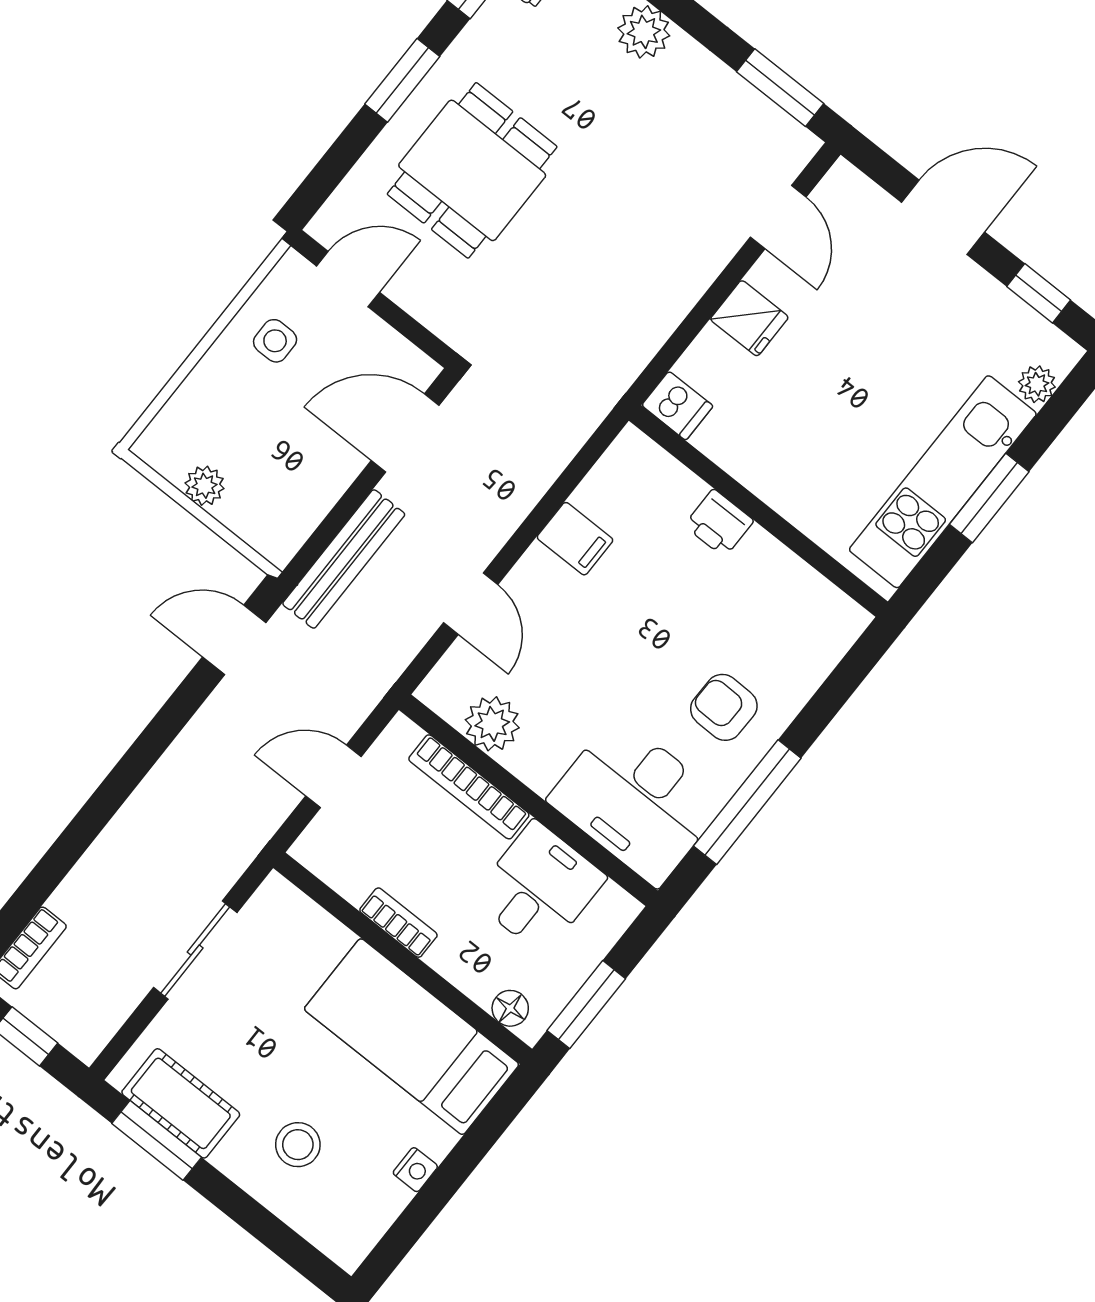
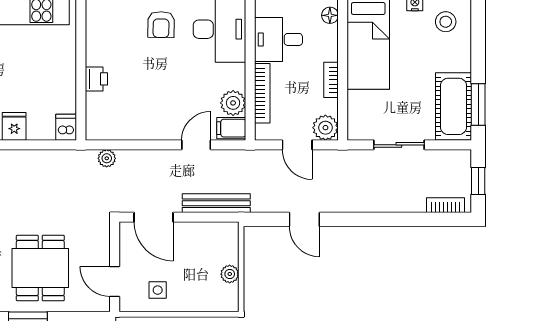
dining table: (472, 170) -> (40, 268), turned 90
plant: (569, 433) -> (107, 158), added
filing cabinet: (575, 539) -> (231, 128), moved, turned -90
door: (234, 640) -> (304, 219), moved
plant: (324, 848) -> (325, 128), added
cot: (181, 1103) -> (453, 106), width x1.37, depth x1.34
stool: (298, 1145) -> (446, 22), moved

